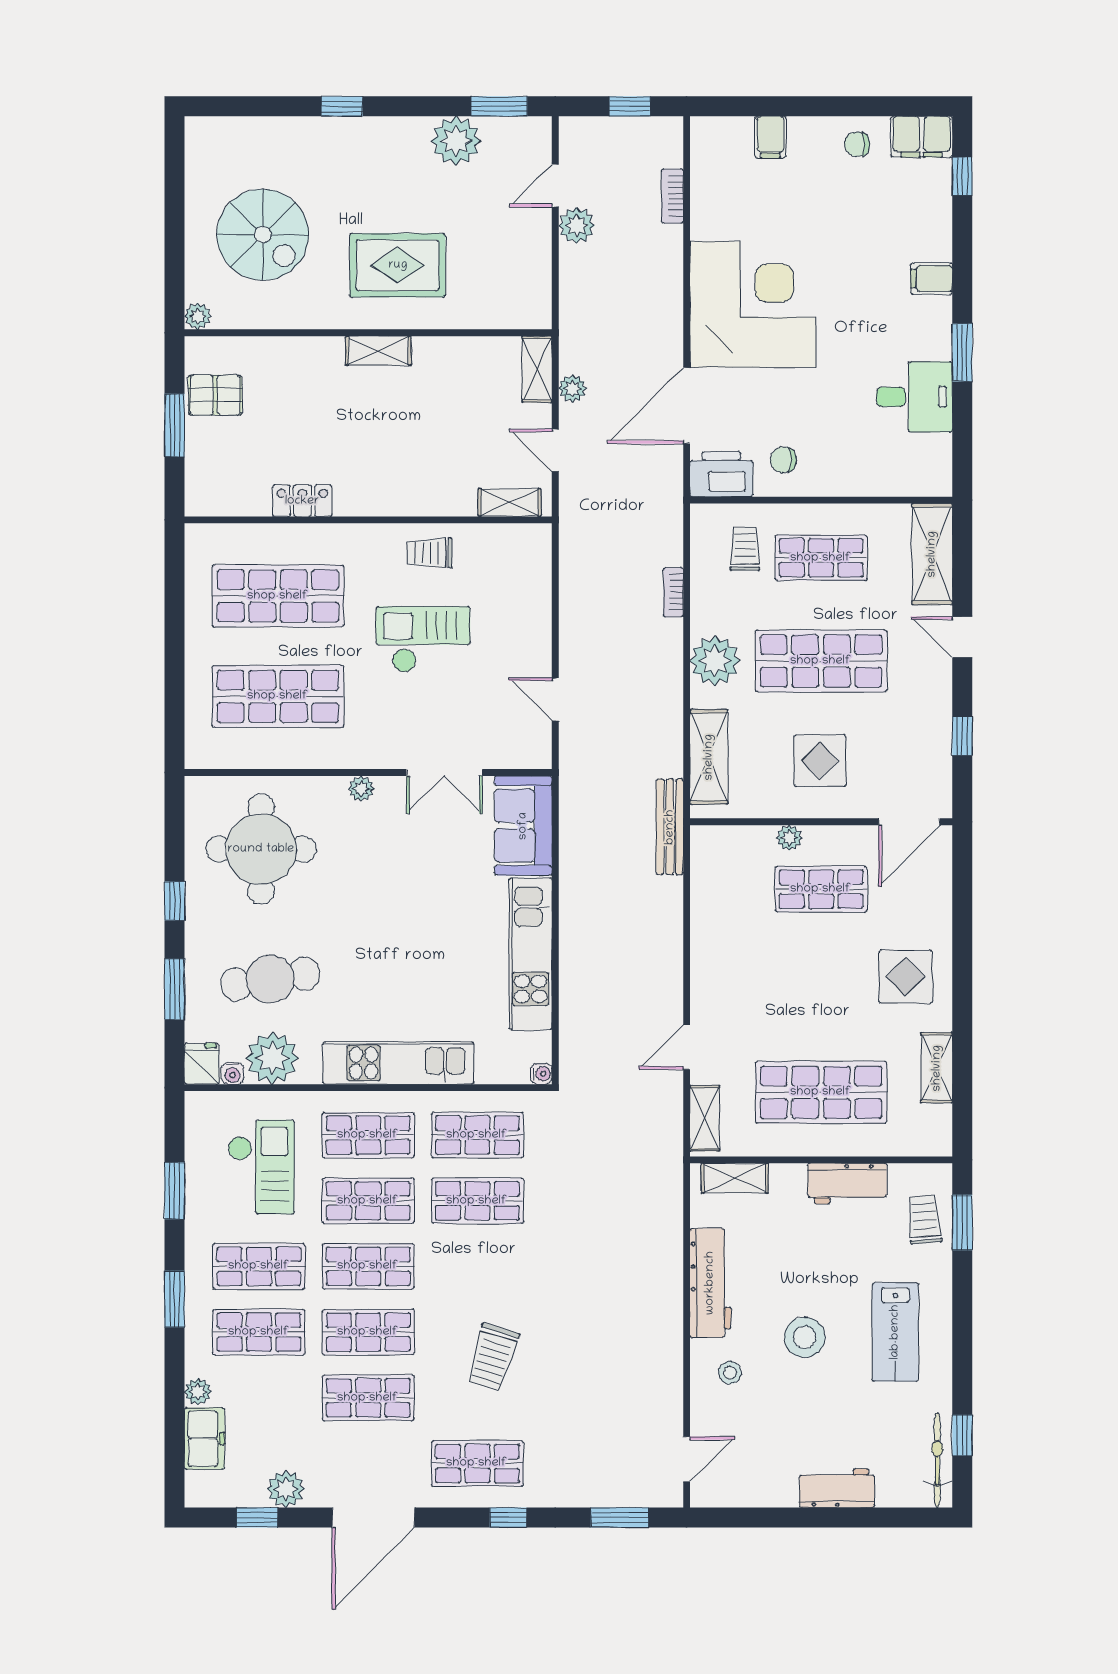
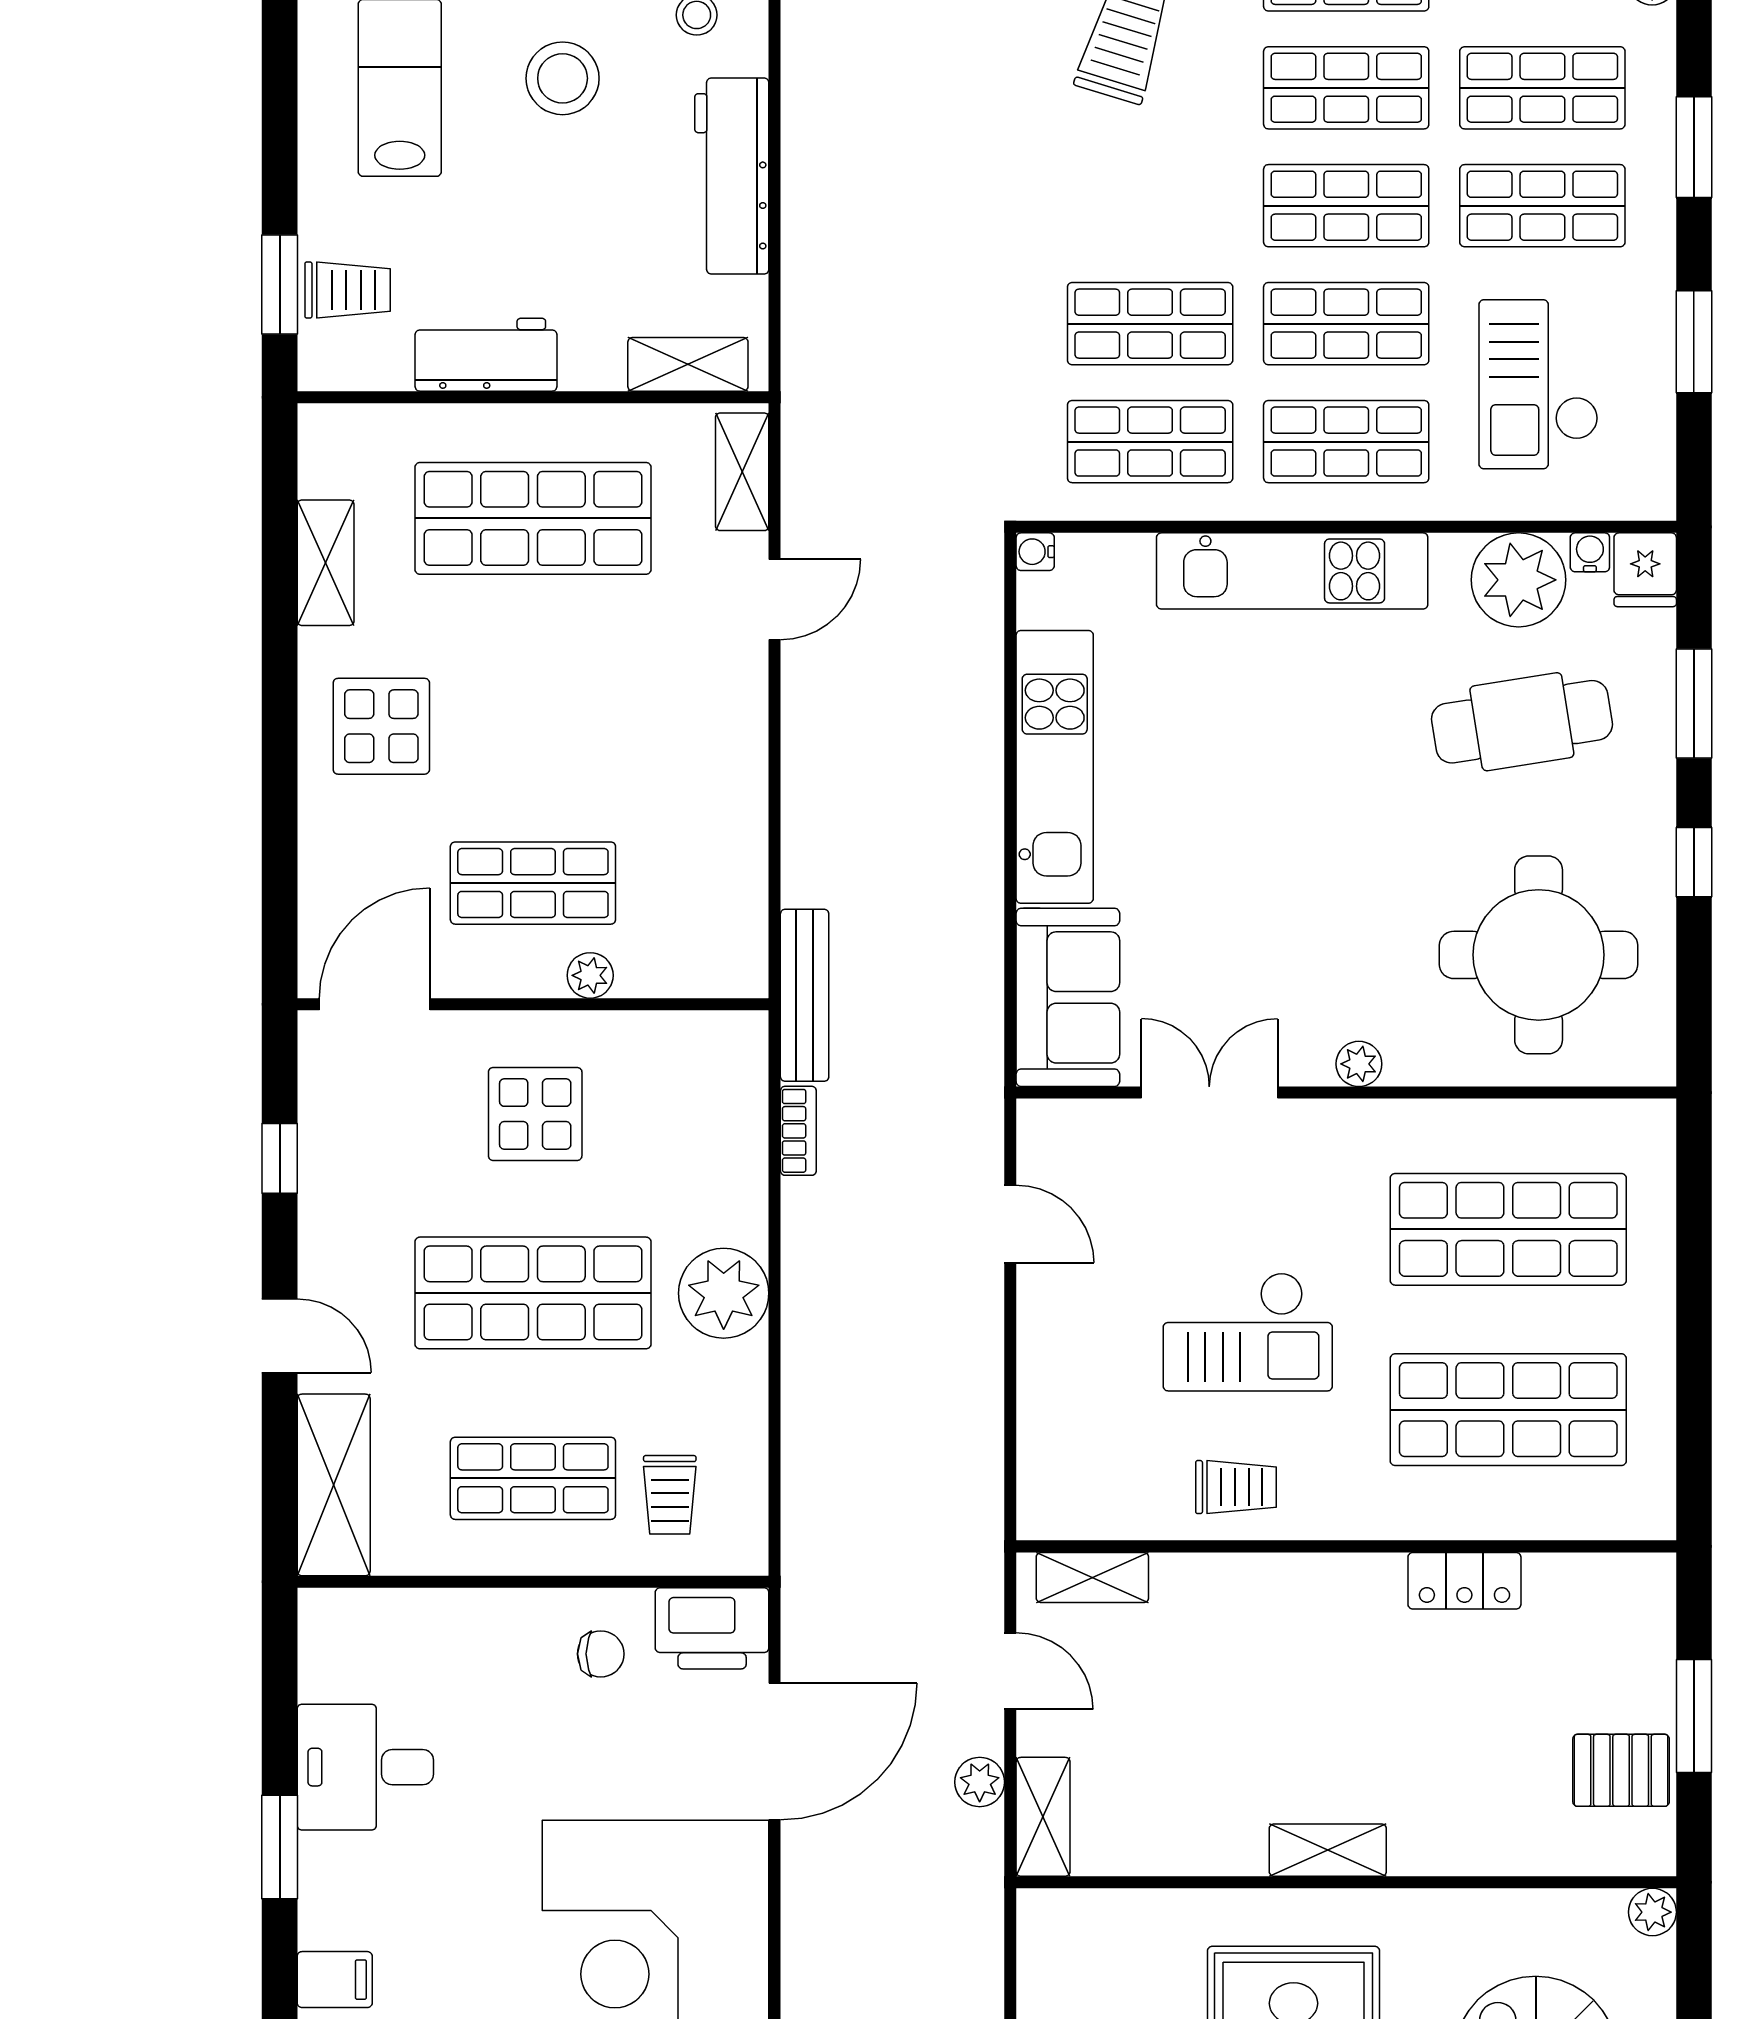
bookcase: (673, 592) -> (798, 1131), moved
shelving: (709, 757) -> (735, 1121), removed
trolley: (924, 1220) -> (348, 290), turned -85

